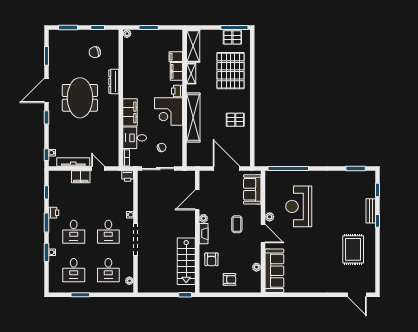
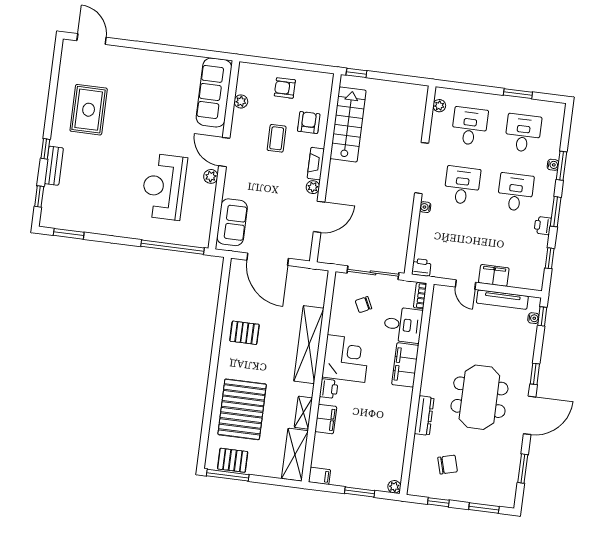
filing cabinet: (176, 57) -> (319, 476), moved
reception desk: (299, 206) -> (164, 187), turned 180
coffee table: (237, 224) -> (277, 138), moved

